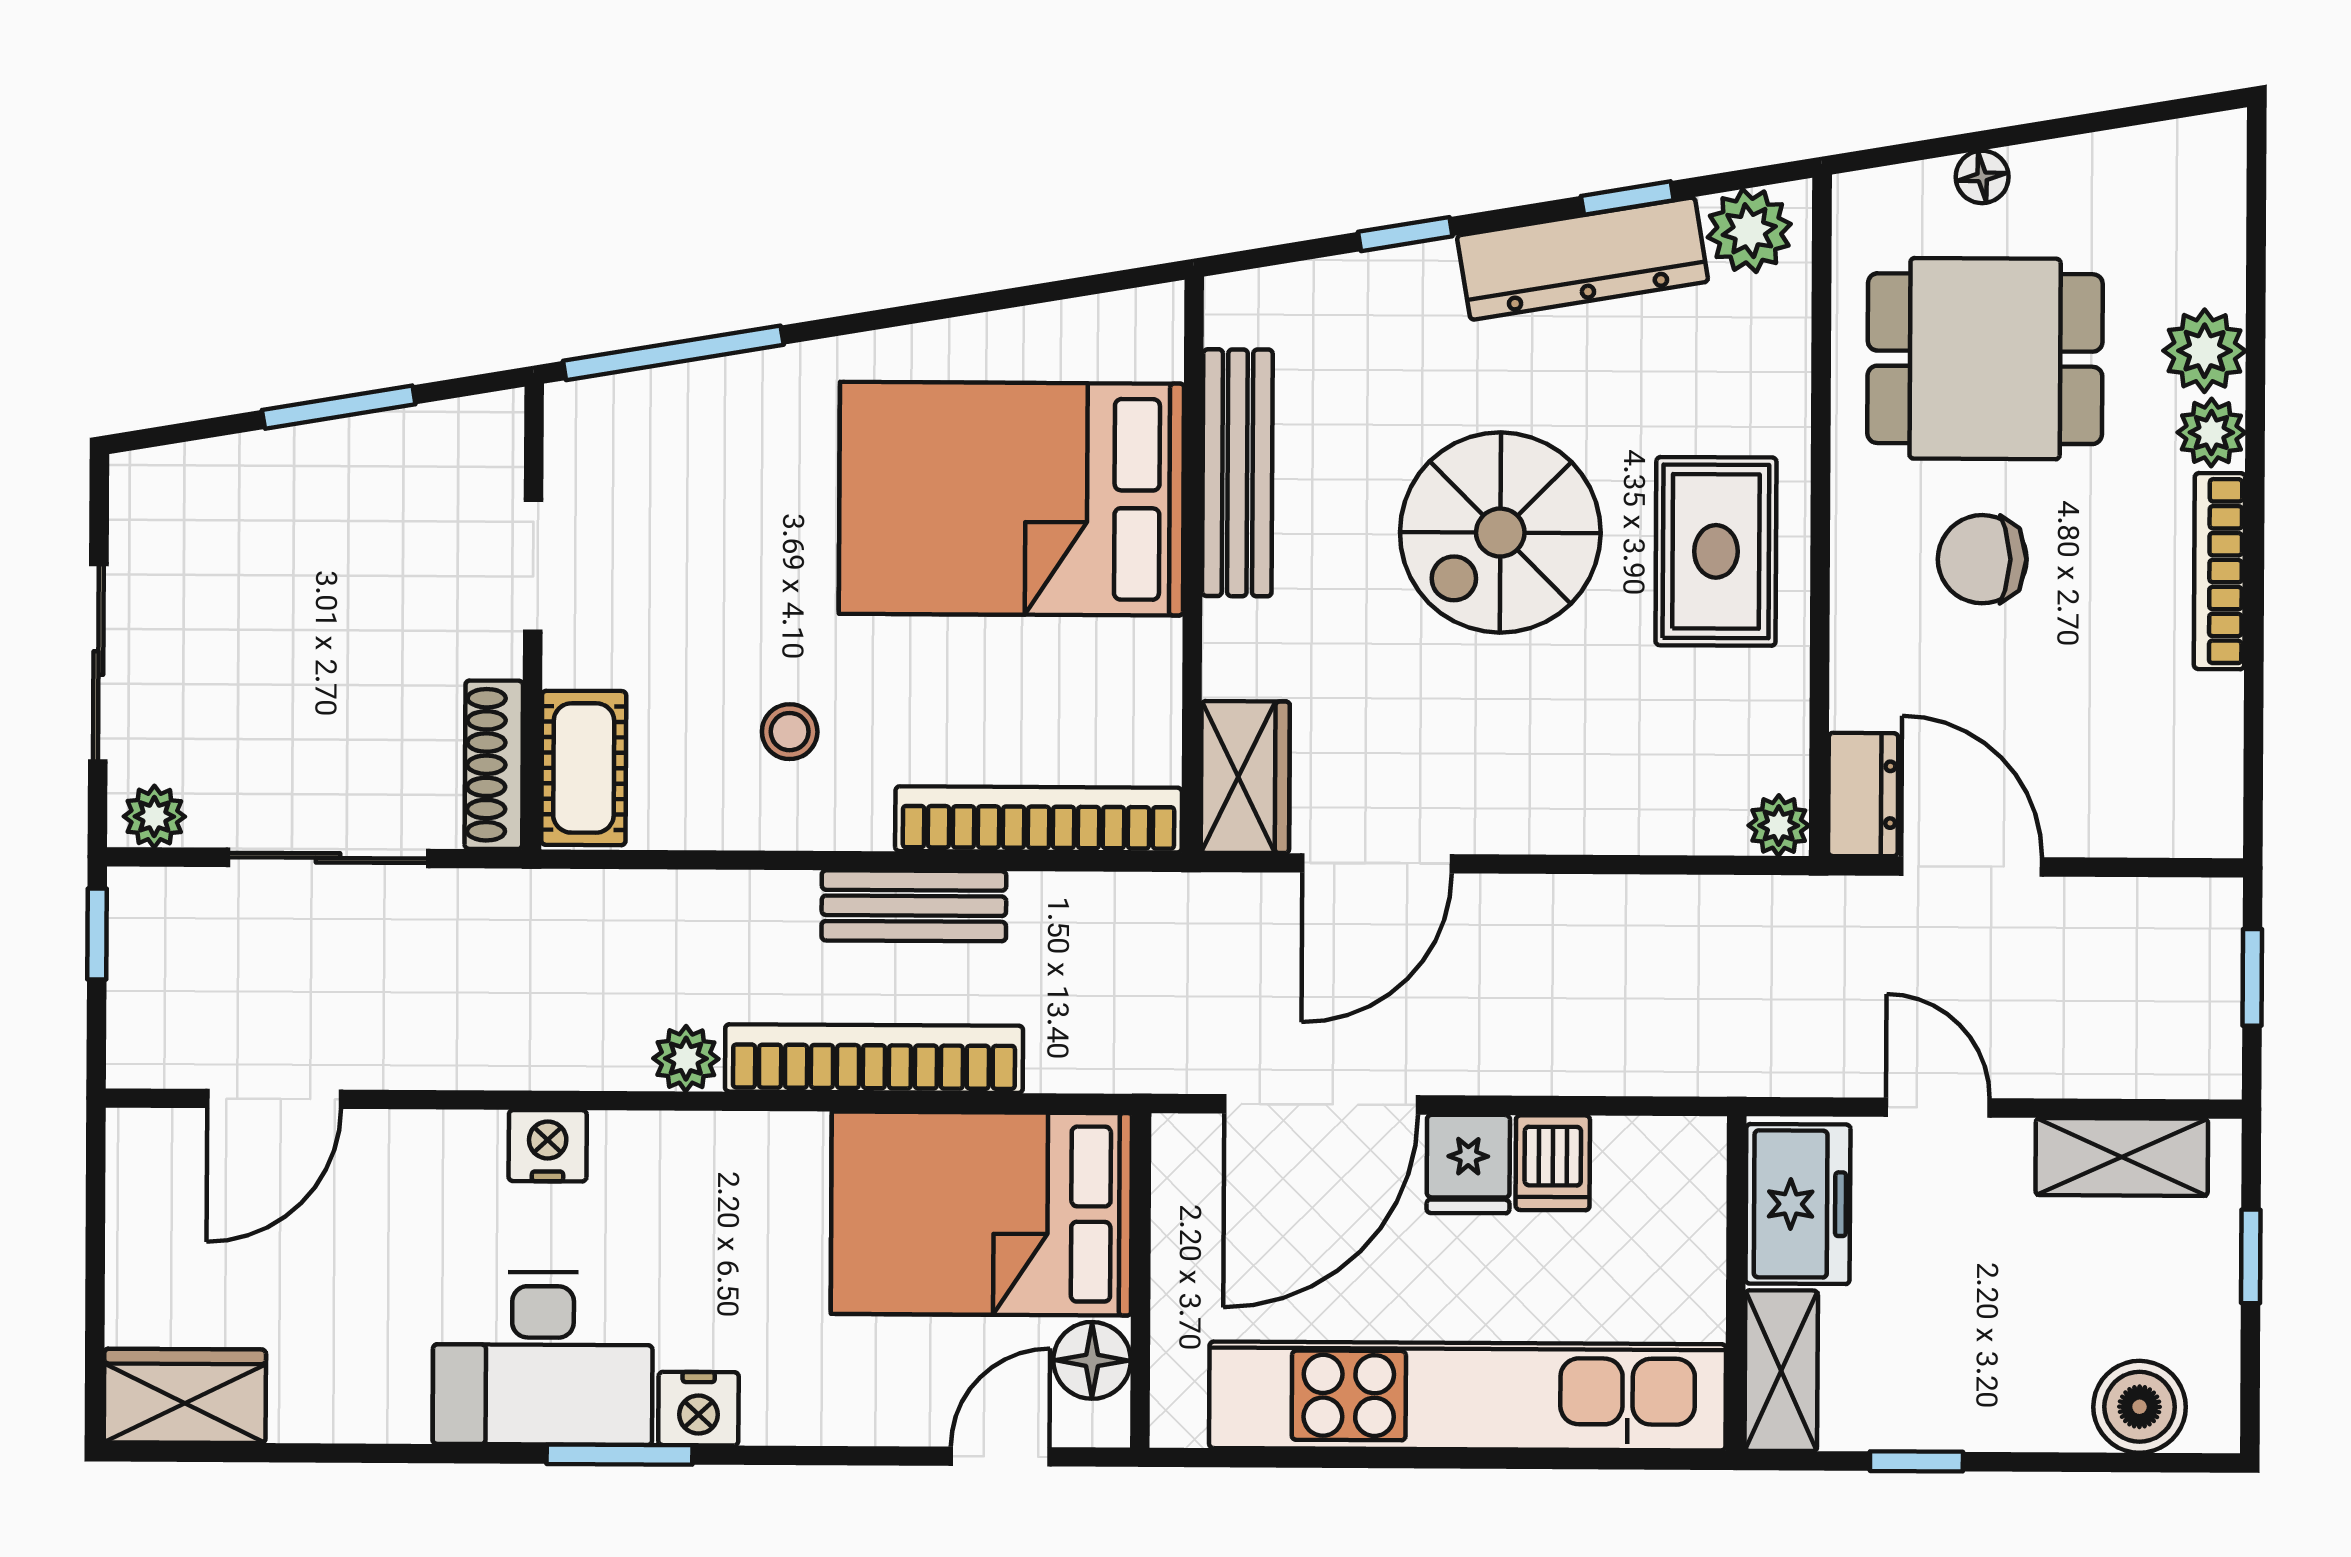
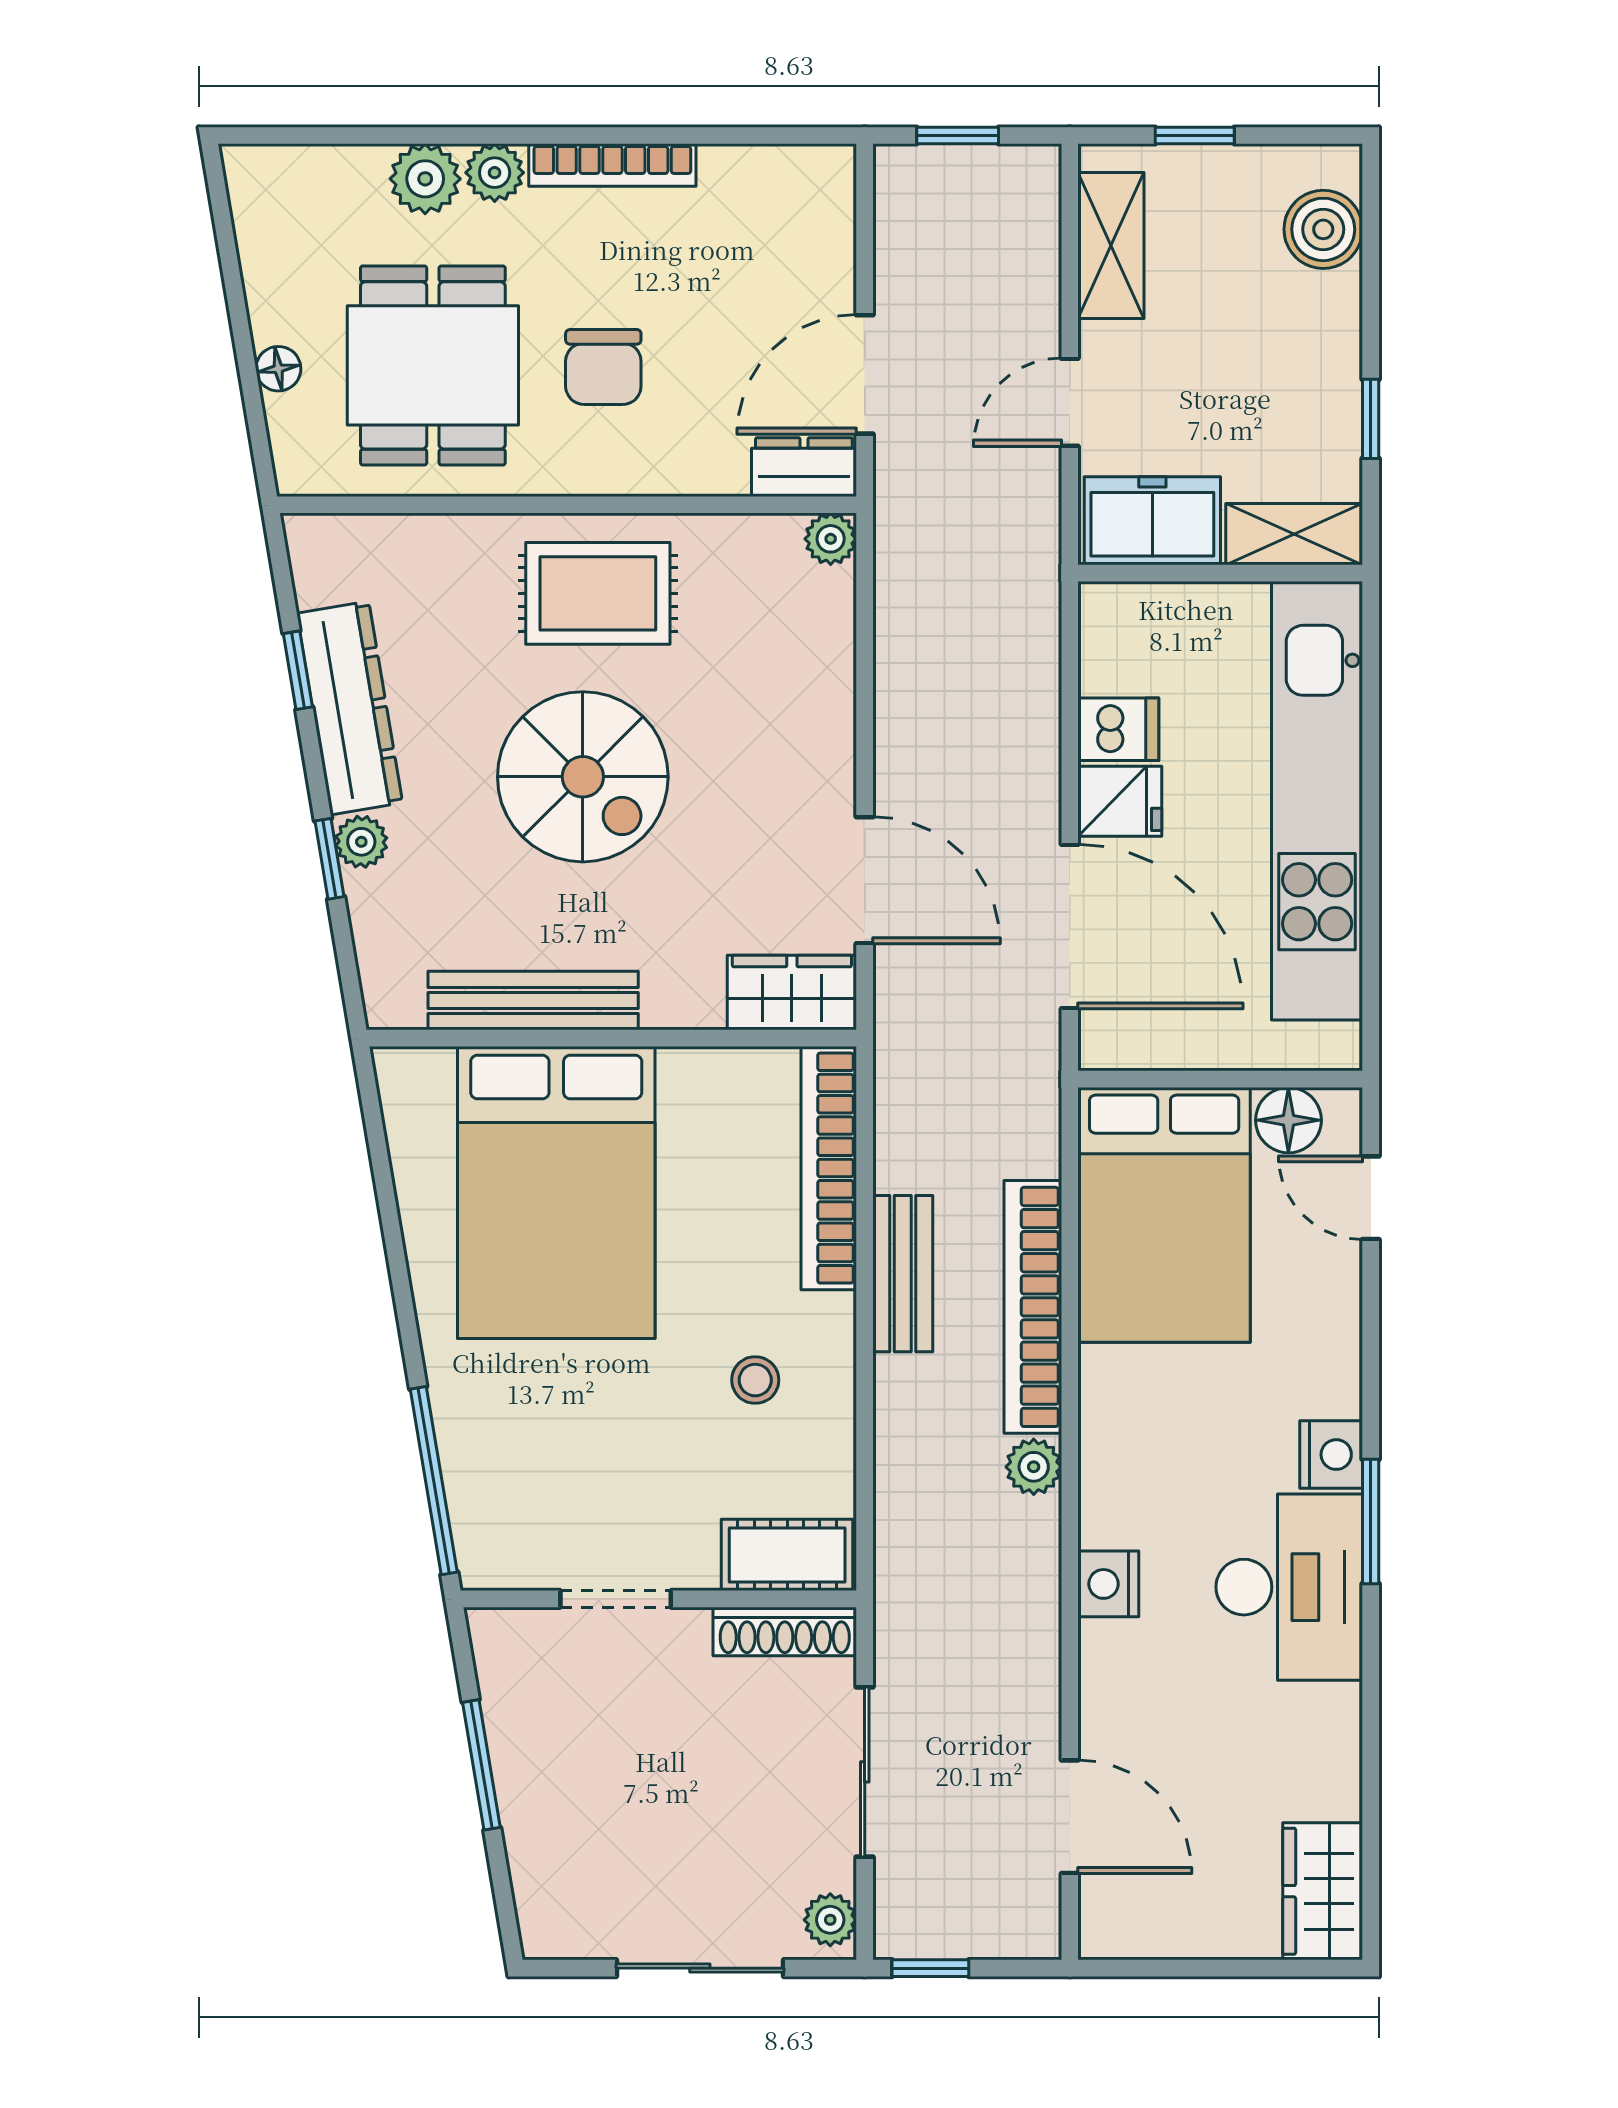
plant: (1749, 231) -> (361, 842), moved, width x0.73, depth x0.73

